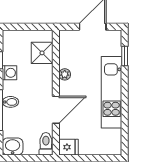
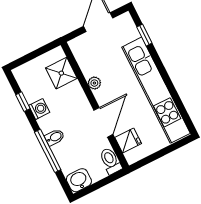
kitchen unit: (112, 92) -> (156, 90), width x1.36
fridge: (69, 147) -> (128, 141), moved

